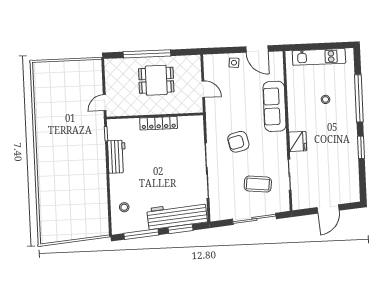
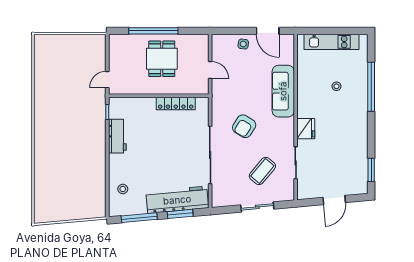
dining table: (156, 80) -> (162, 59), turned 90
locker: (159, 123) -> (176, 103), moved
armchair: (238, 142) -> (244, 126), turned -45
window: (361, 147) -> (371, 170), moved
coffee table: (258, 184) -> (262, 171), turned -56
sliding door: (254, 219) -> (257, 207), width x0.73

